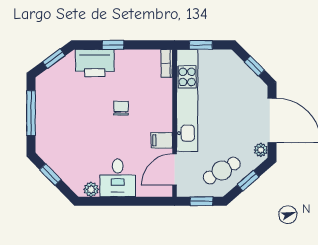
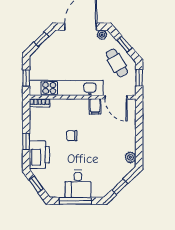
desk: (118, 178) -> (78, 184), moved, turned 90

